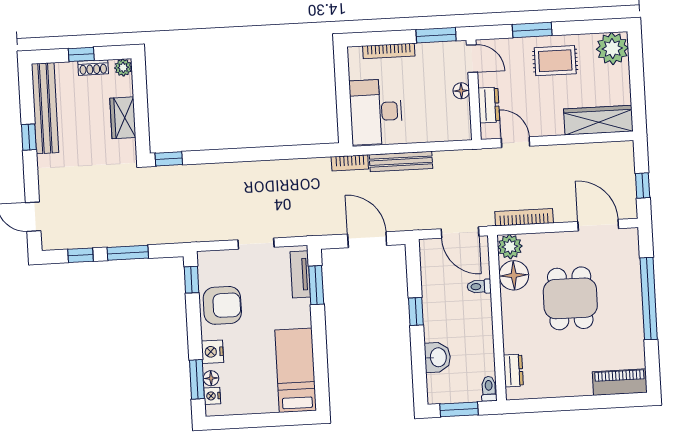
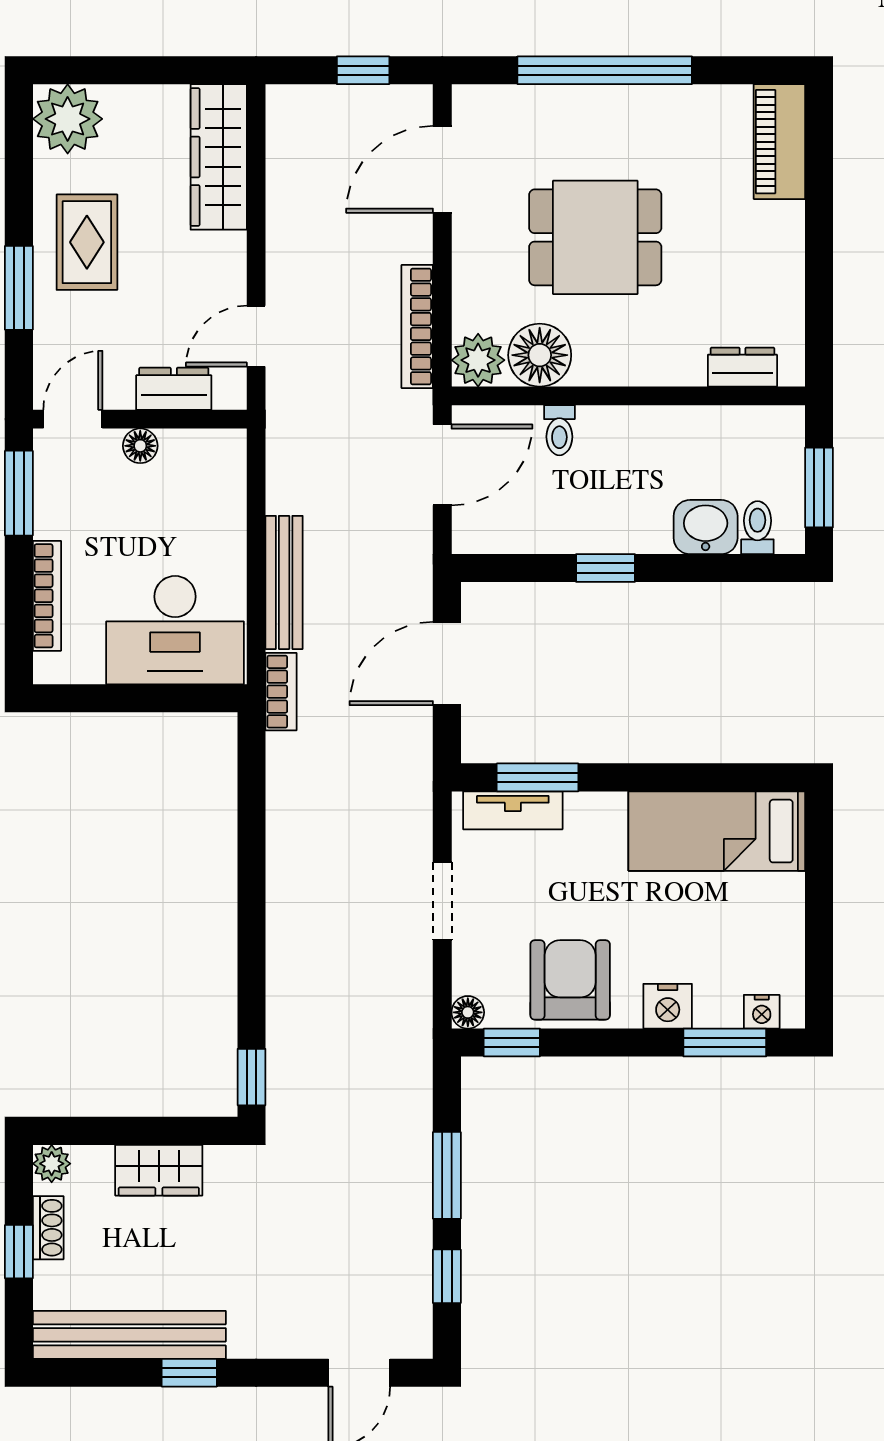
floor lamp: (211, 378) -> (468, 1012), moved
toilet: (489, 389) -> (757, 528), moved, turned 90

